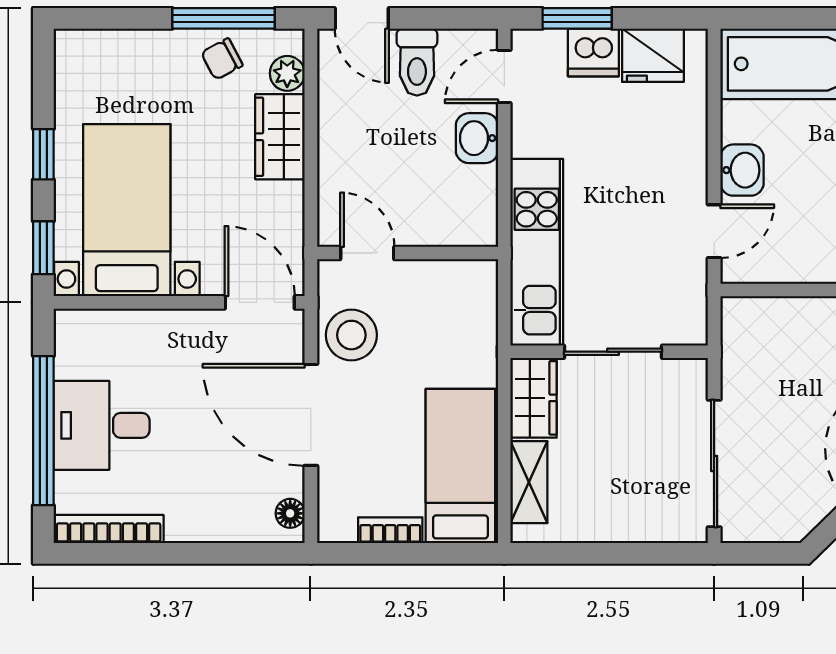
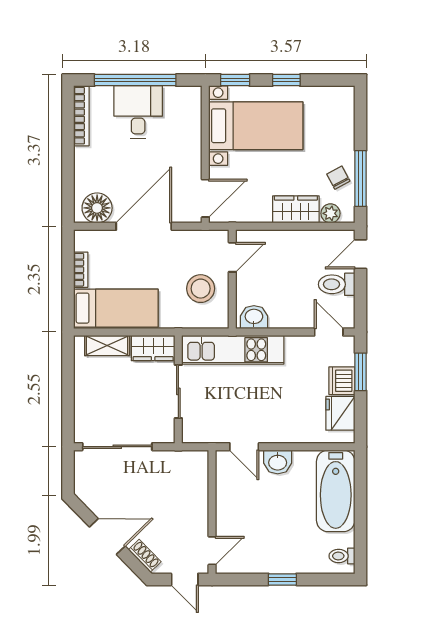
washbasin: (477, 138) -> (254, 317), moved
stool: (351, 335) -> (201, 289), moved
floor lamp: (290, 513) -> (97, 208), width x1.89, depth x1.89

